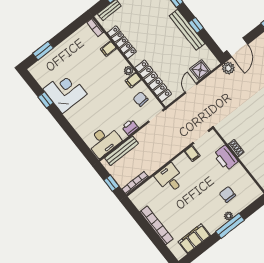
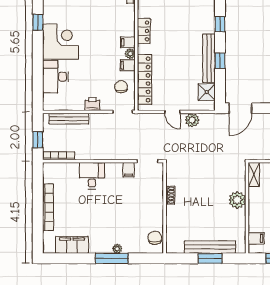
locker: (122, 42) -> (144, 31), width x0.66
filing cabinet: (108, 49) -> (128, 42), moved
plant: (228, 68) -> (192, 120), moved
shower: (200, 70) -> (207, 92), moved
door: (191, 88) -> (172, 112), swing flipped
corner desk: (65, 92) -> (60, 42), moved
desk: (104, 141) -> (56, 77), moved, turned 90
printer: (226, 158) -> (155, 196), removed
chair: (227, 194) -> (155, 238), moved

